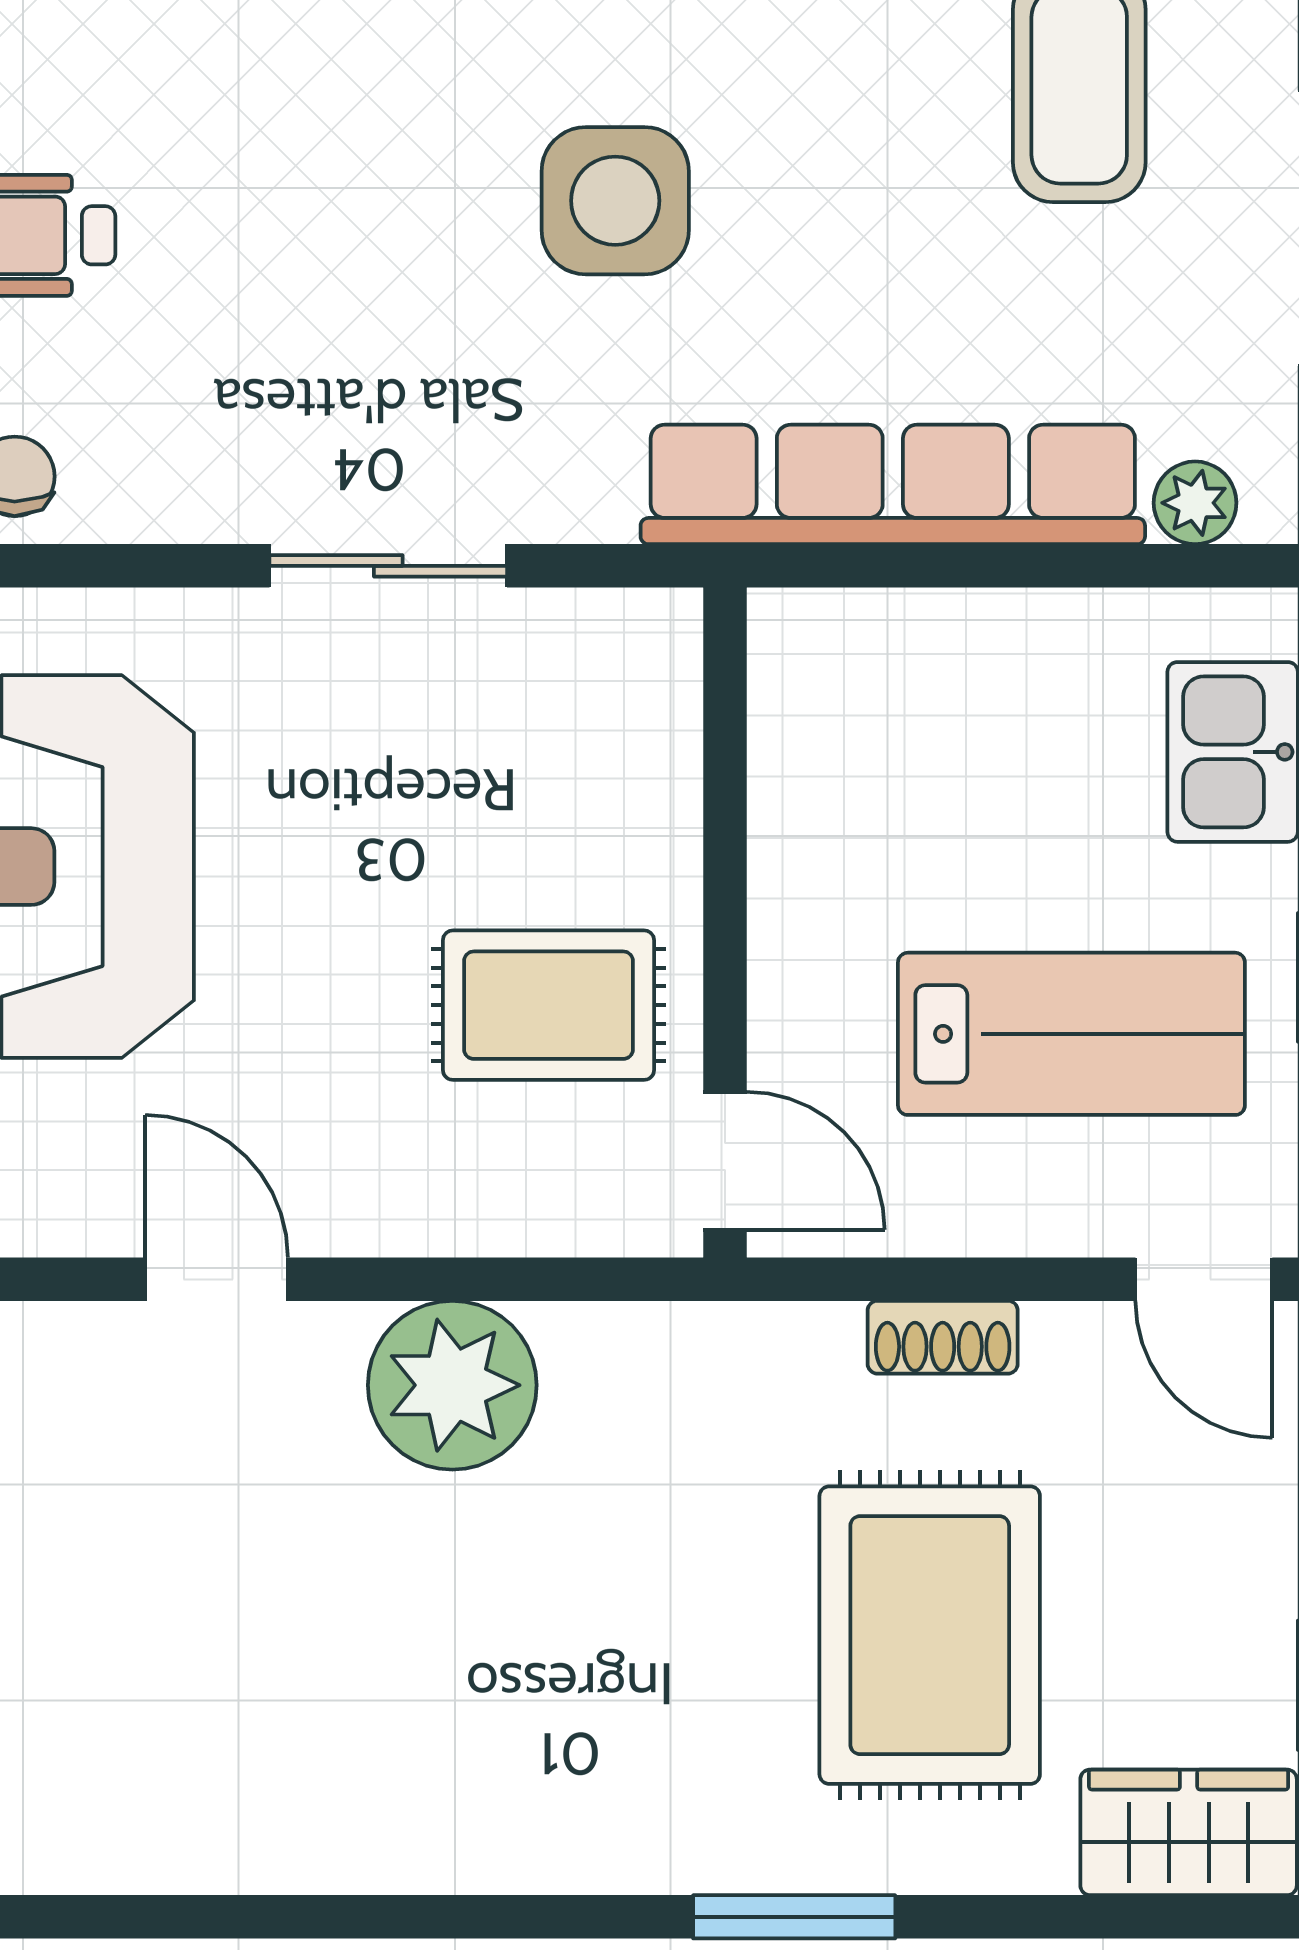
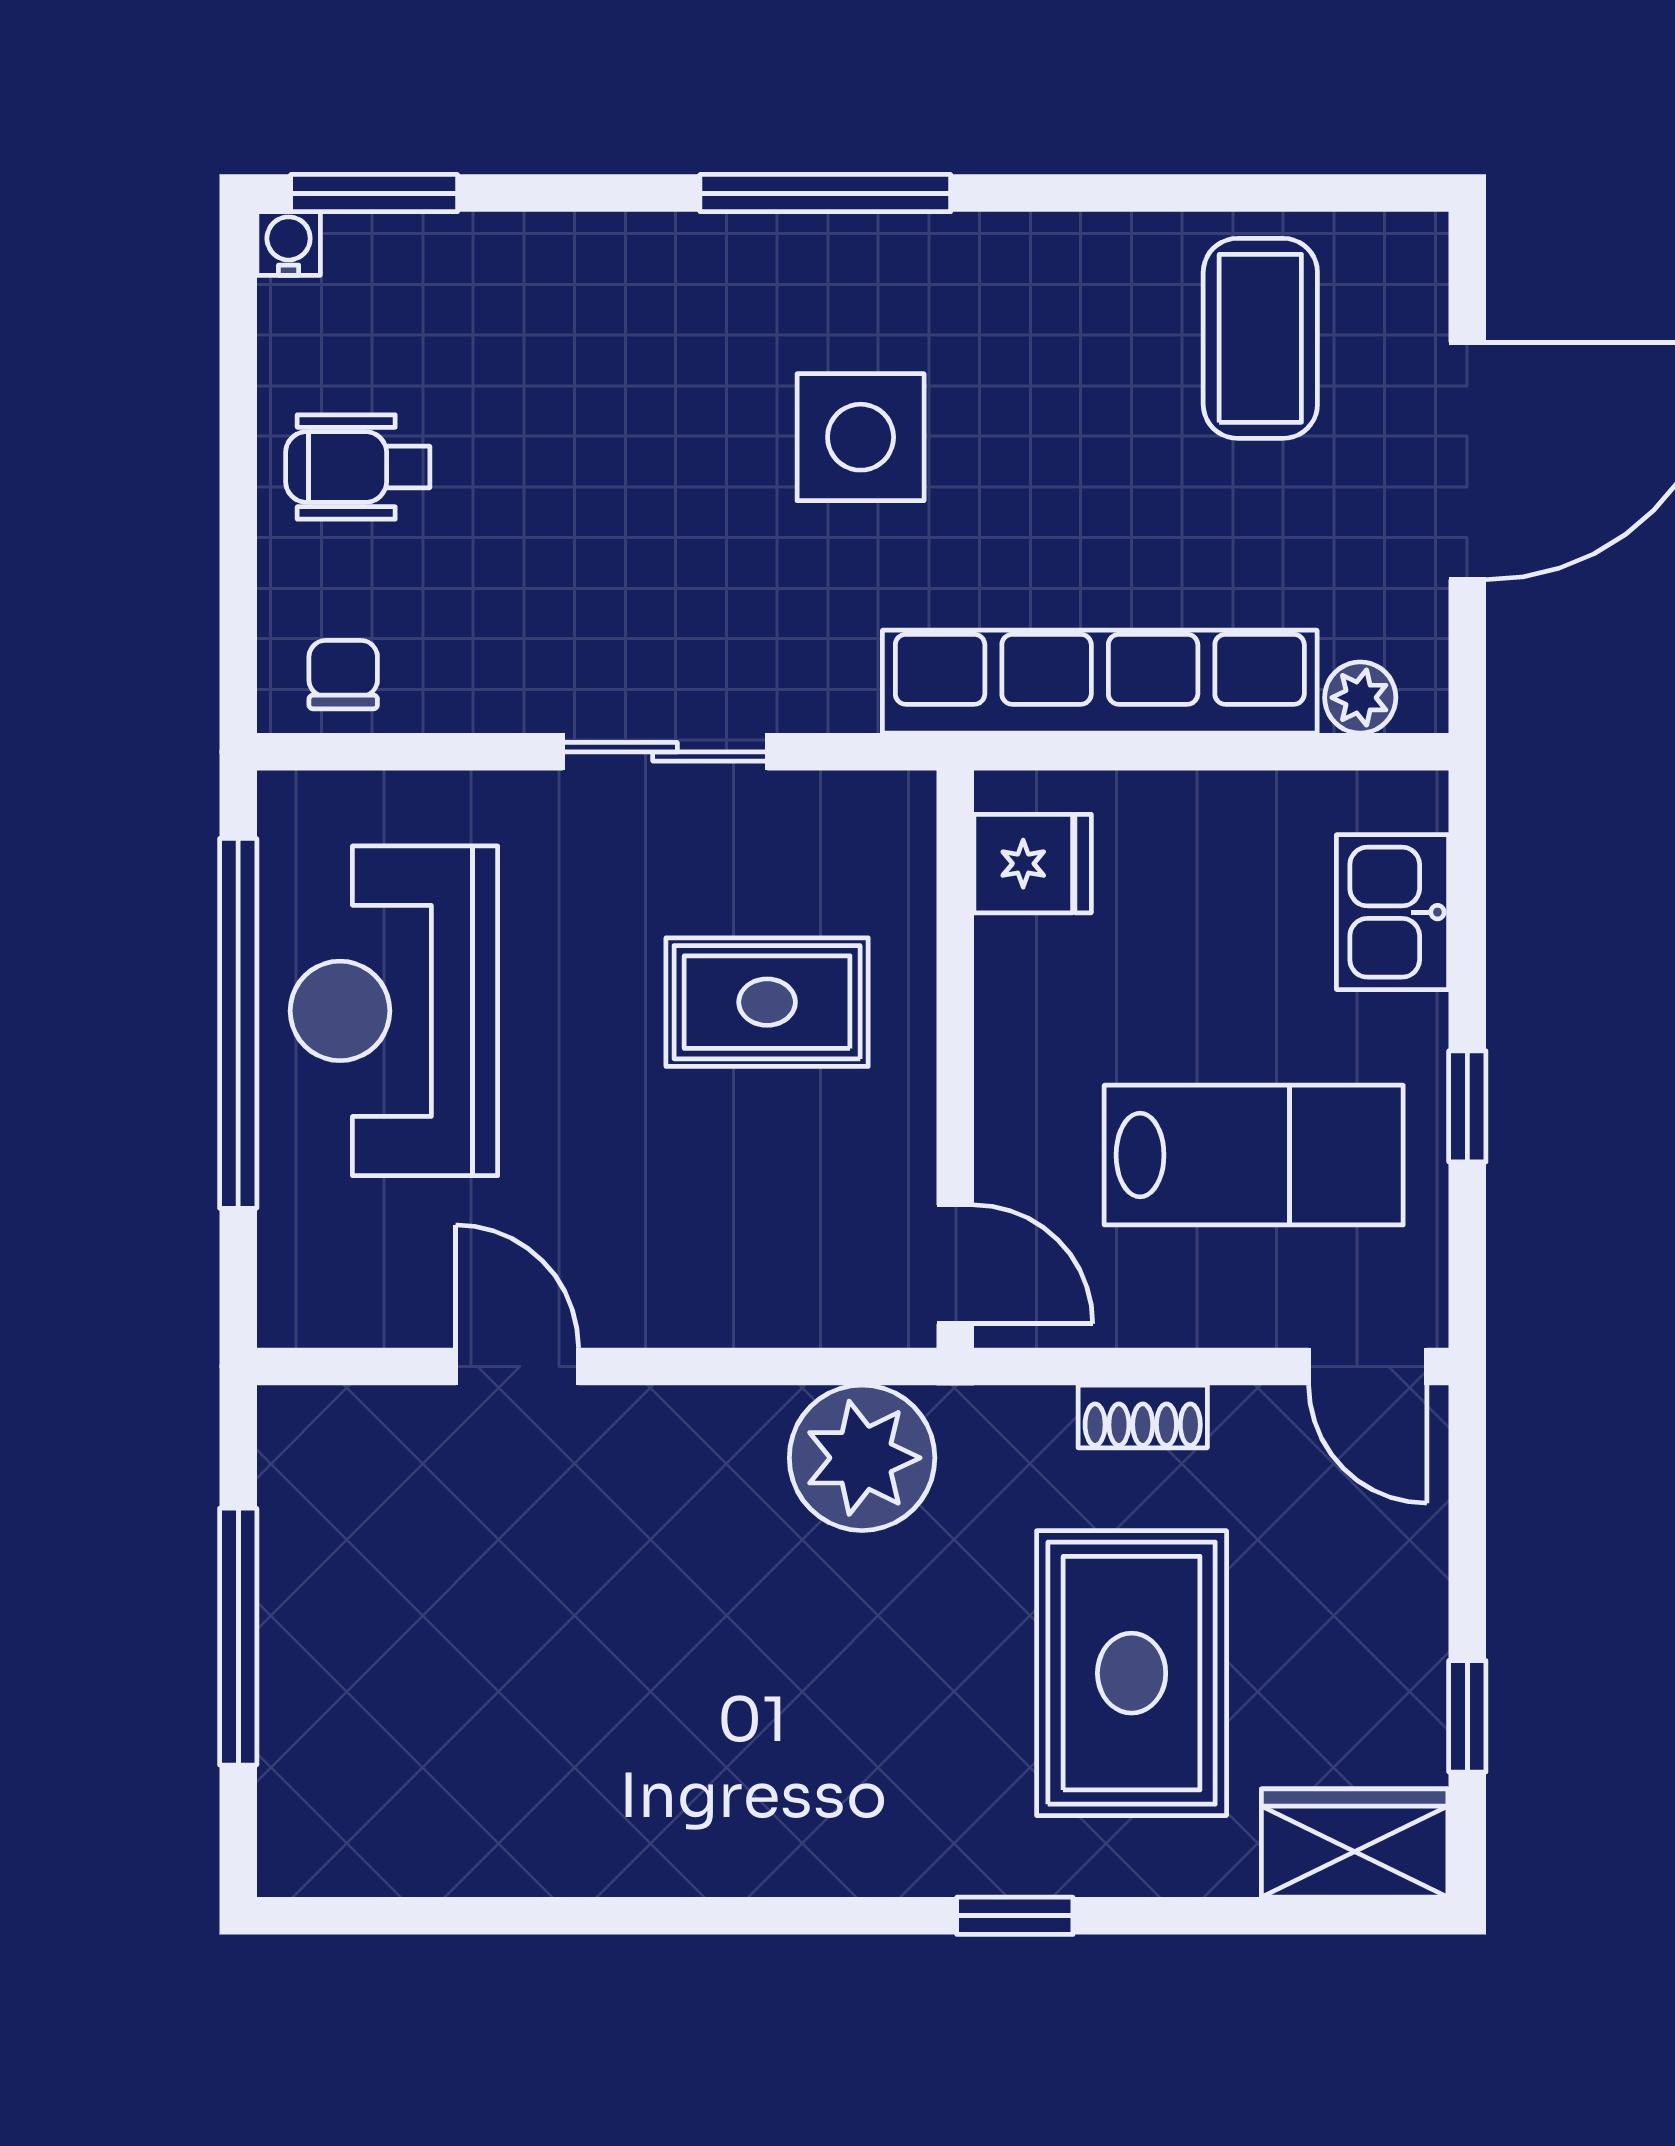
fridge: (815, 696) -> (1033, 864), added
rug: (548, 1005) -> (767, 1002), moved
plant: (452, 1385) -> (862, 1458), moved
window: (794, 1917) -> (1015, 1916), width x0.67

